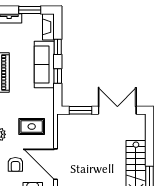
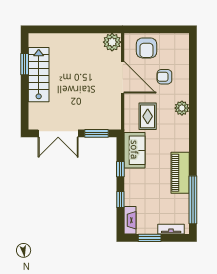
sofa: (44, 65) -> (134, 150), moved, width x0.73
rug: (32, 127) -> (148, 116), turned 90
armchair: (15, 164) -> (164, 77), turned -90

